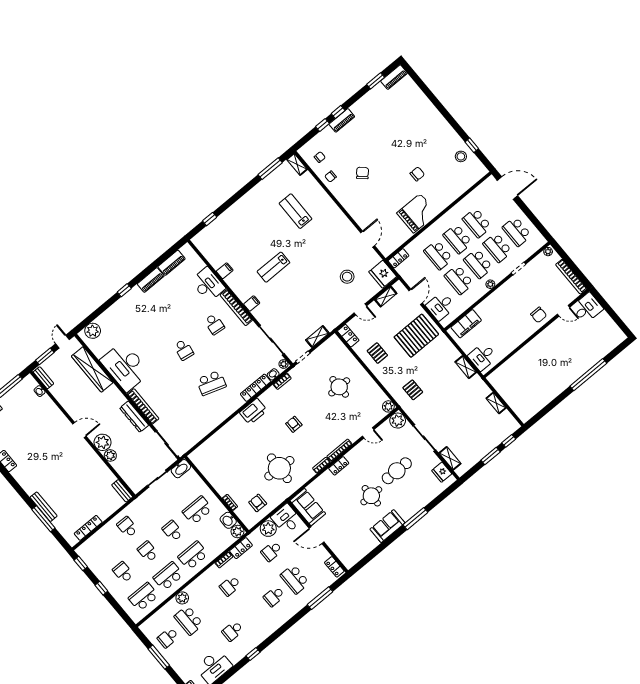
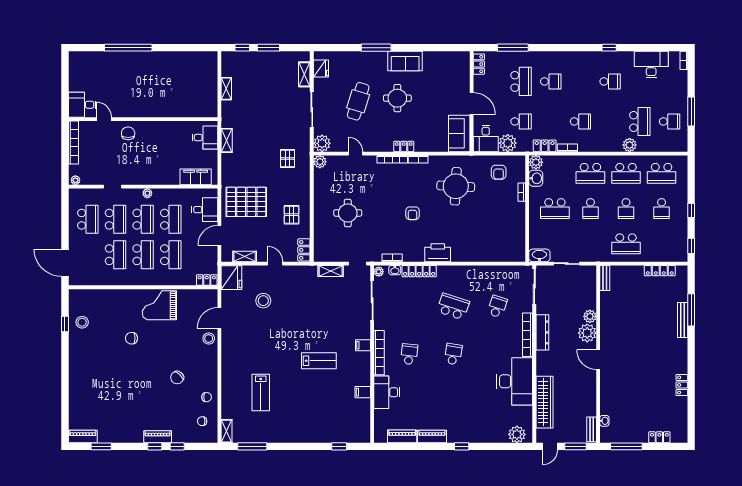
stool: (363, 219) -> (209, 338), added
school desk: (181, 408) -> (497, 307), added
cafe table: (397, 471) -> (358, 101), turned -73
school desk: (127, 527) -> (626, 244), width x1.85

